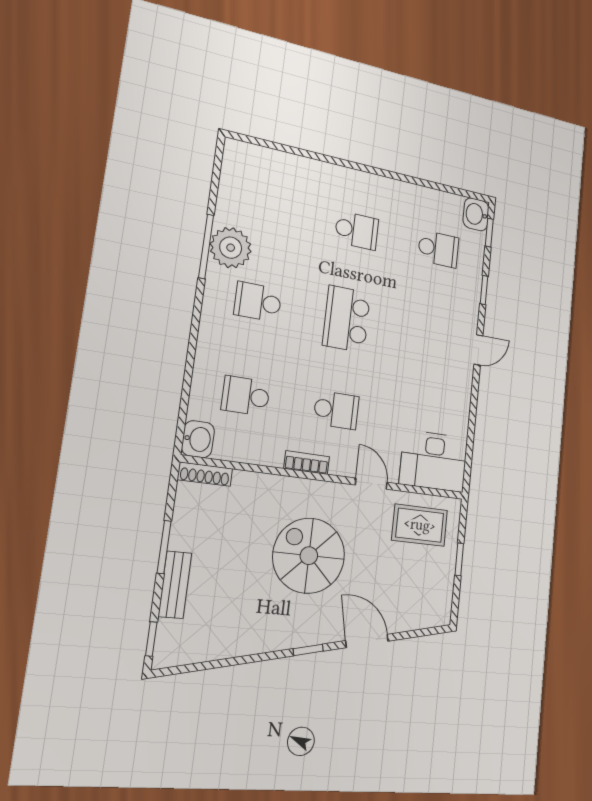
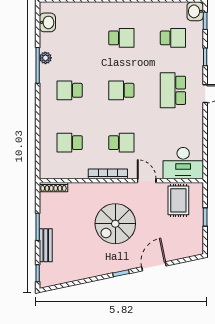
plant: (231, 248) -> (45, 58), width x0.53, depth x0.53
school desk: (347, 319) -> (121, 90), width x0.54
school desk: (430, 335) -> (173, 90), added
washbasin: (198, 439) -> (47, 22), moved
bookcase: (307, 463) -> (108, 174), width x1.56
rug: (420, 525) -> (178, 200), turned 90
spiral stairs: (309, 556) -> (115, 224), turned -90
door: (367, 641) -> (154, 266), hinge flipped

